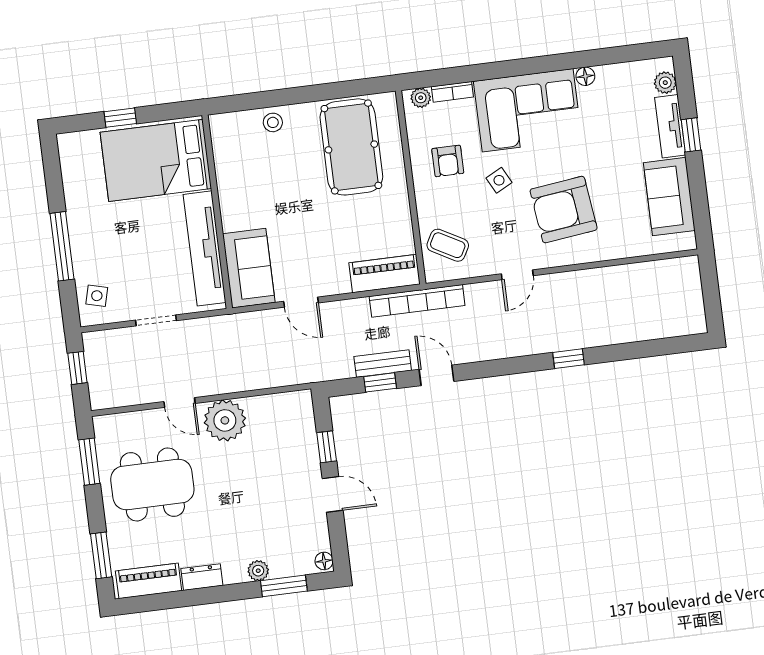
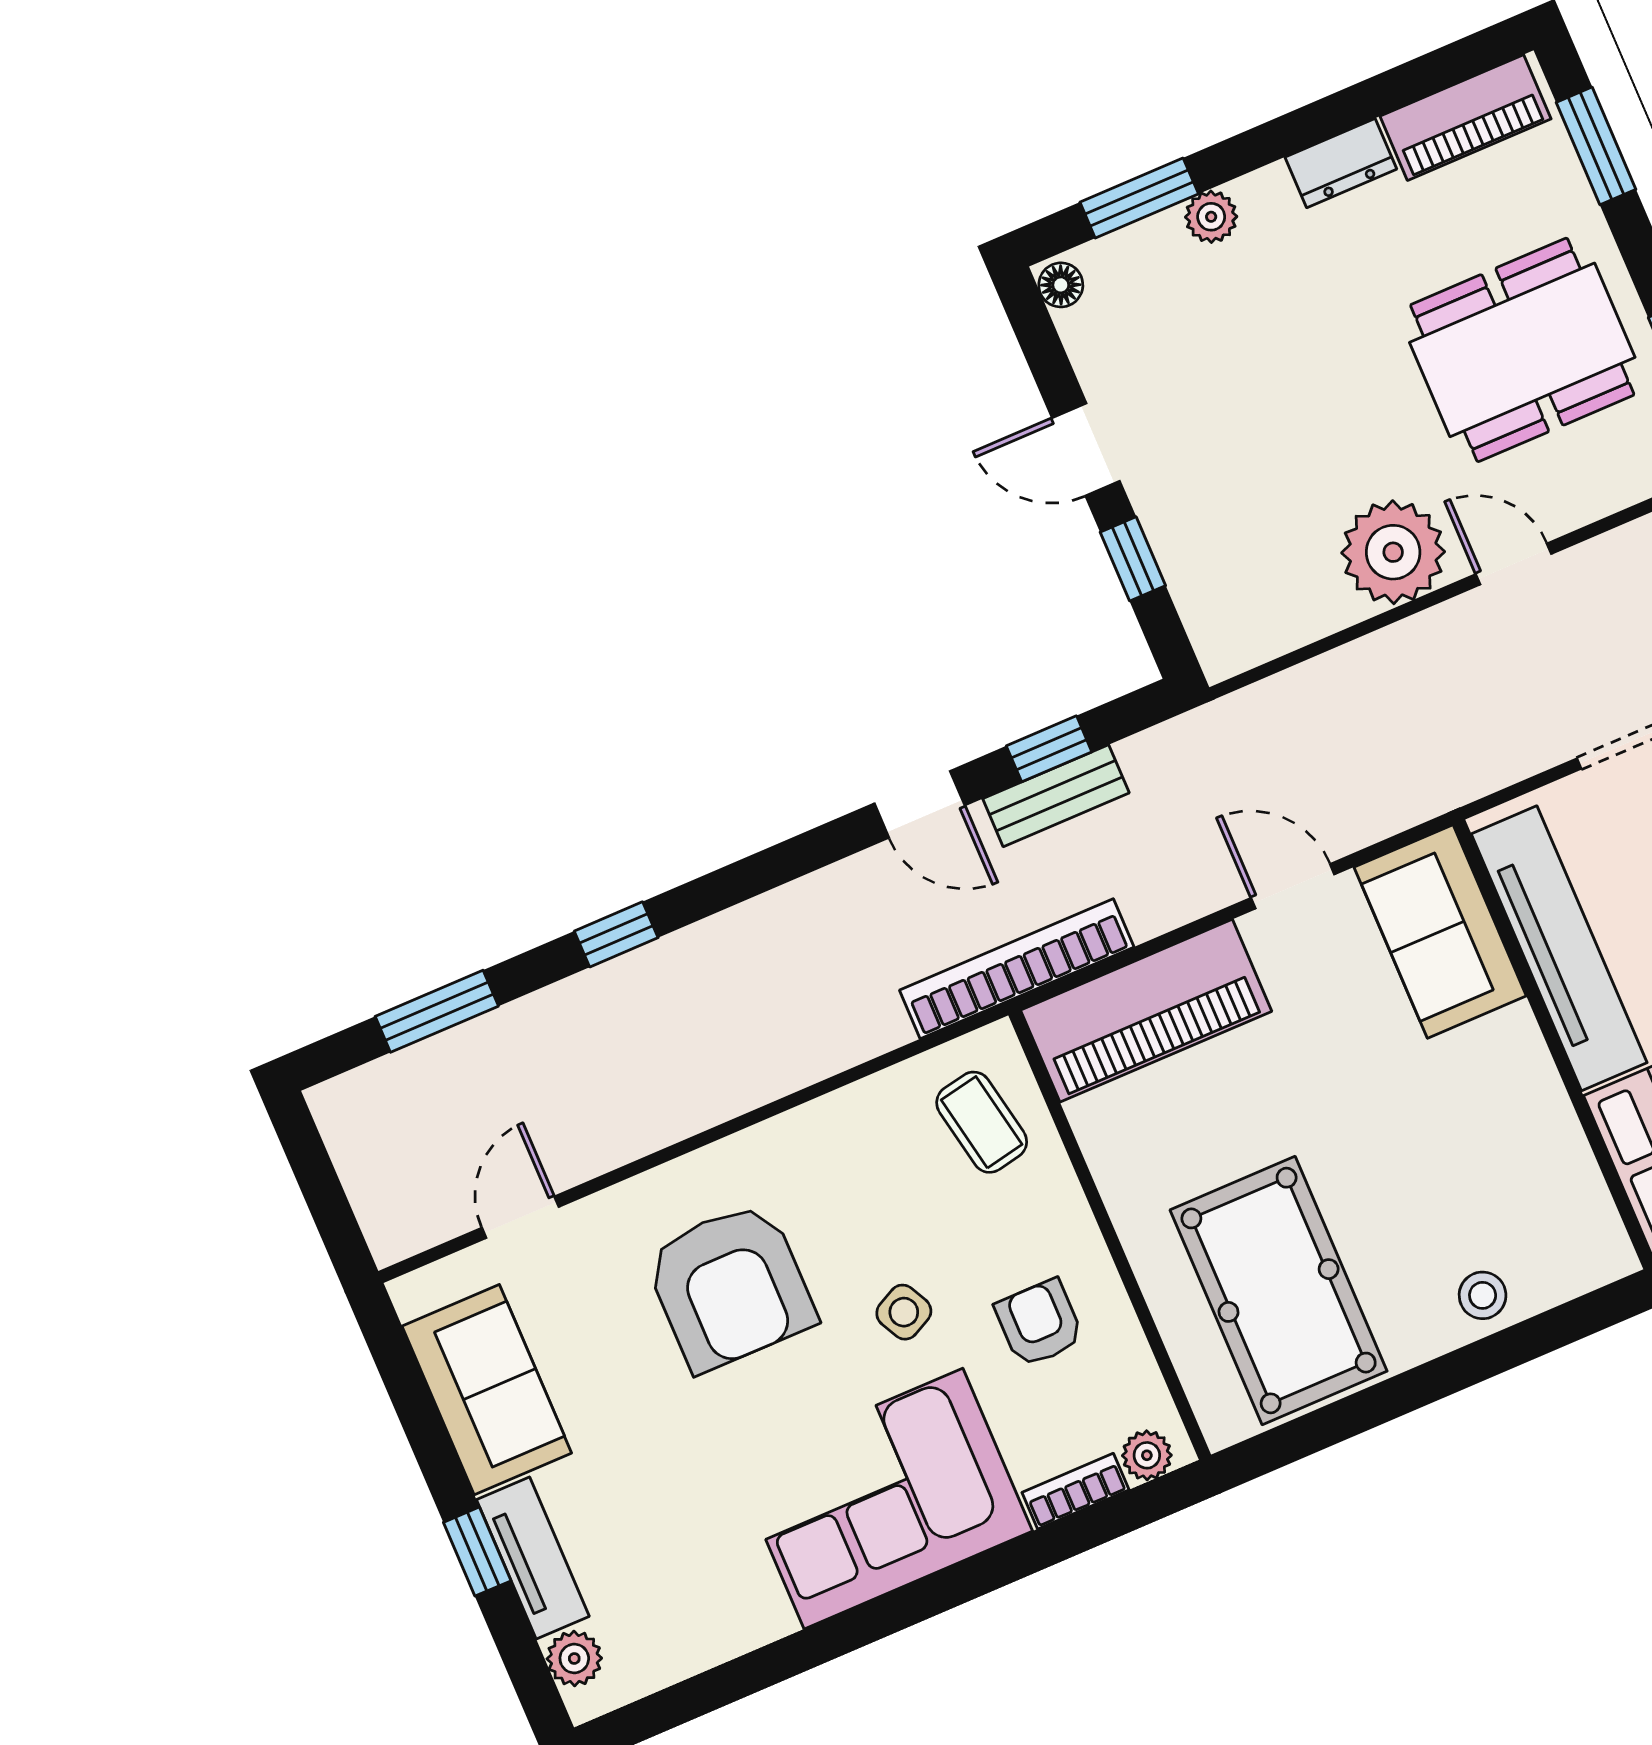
floor lamp: (585, 76) -> (769, 1619), removed
armchair: (564, 210) -> (730, 1286), turned 97
coffee table: (448, 245) -> (982, 1122), turned 50
piano: (385, 274) -> (1146, 1011), width x1.37, depth x1.33
door: (517, 275) -> (520, 1217), moved
window: (647, 349) -> (437, 1011), added

